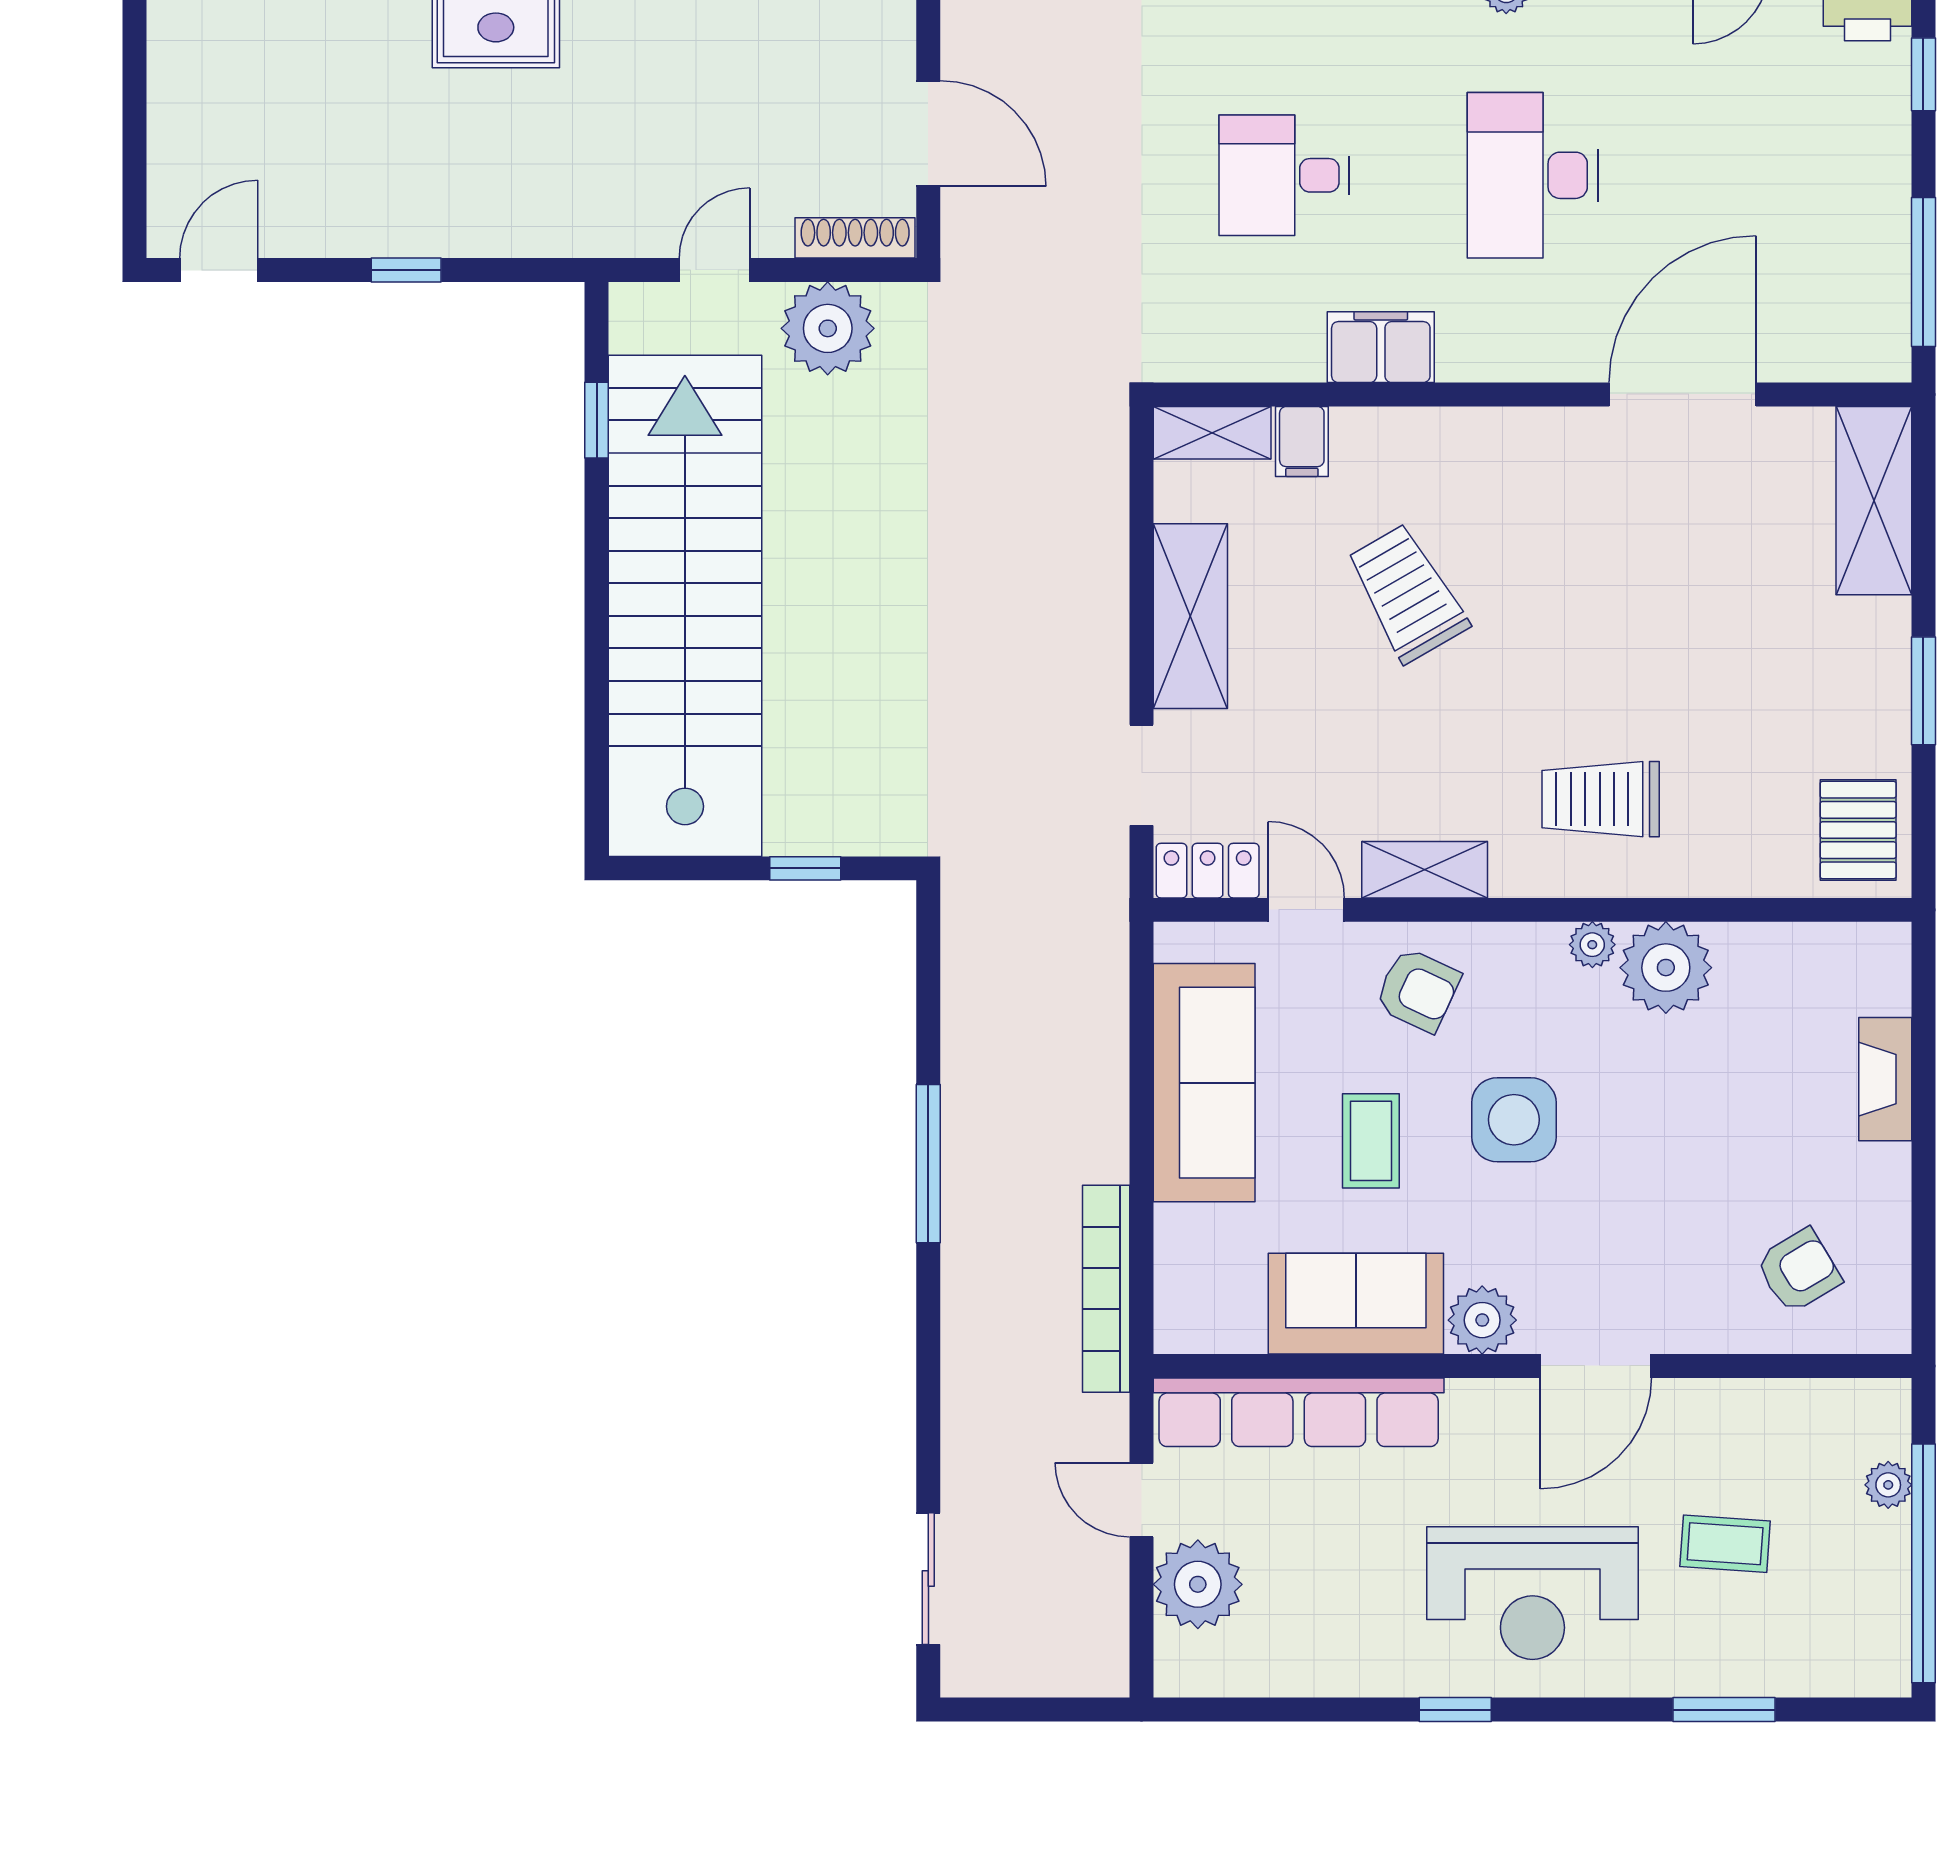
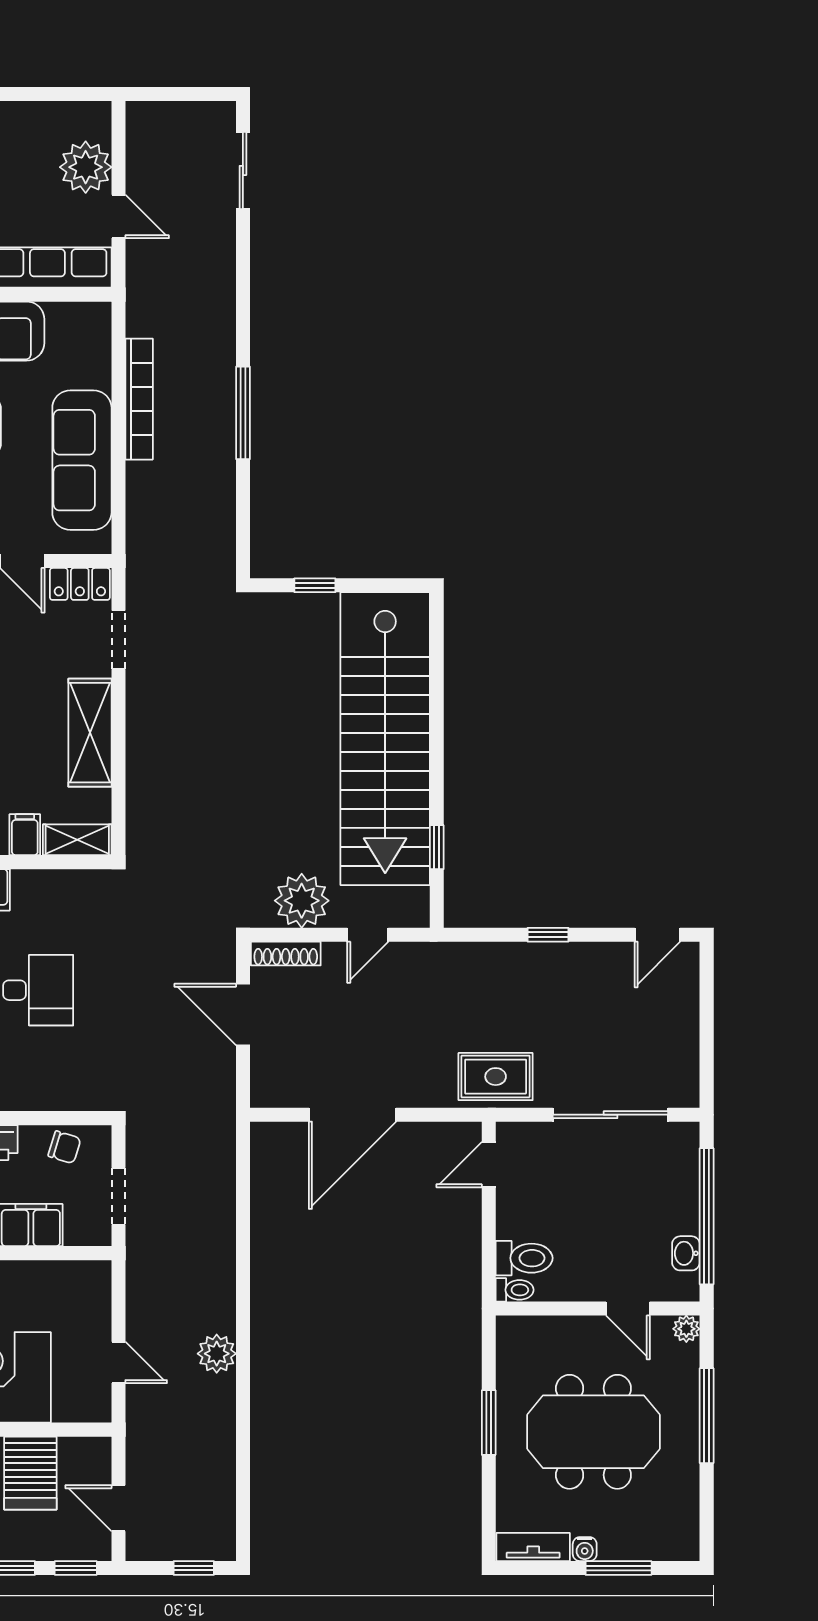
bookcase: (1106, 1289) -> (139, 399), moved

